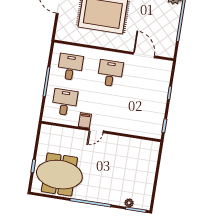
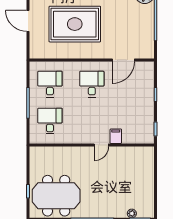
door: (144, 55) -> (123, 60), swing flipped
filing cabinet: (85, 120) -> (116, 136), moved
door: (96, 131) -> (101, 145), moved

